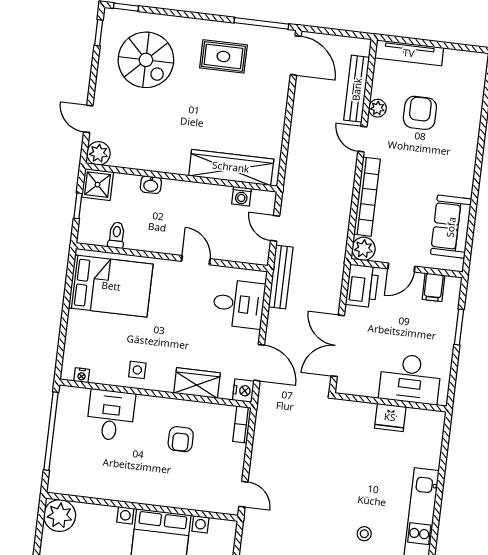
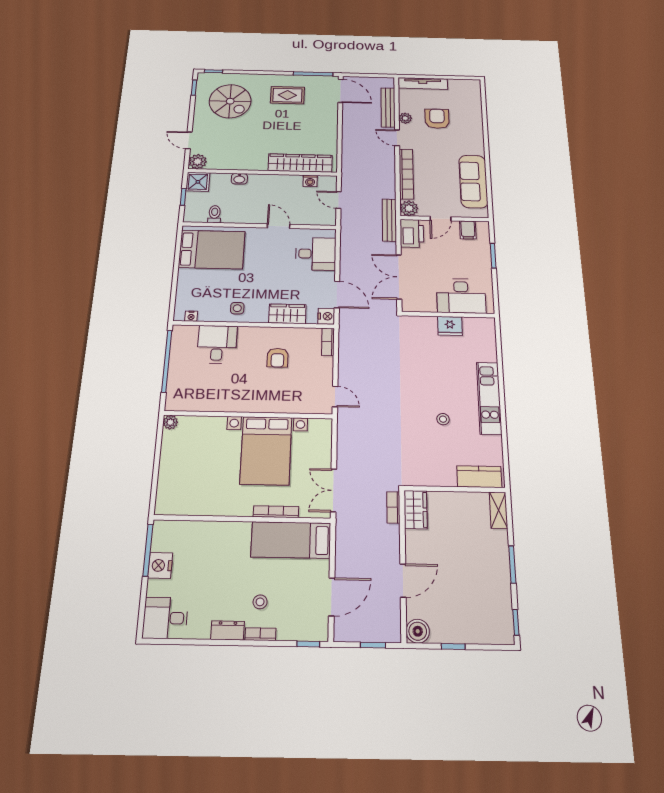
sofa: (451, 227) -> (473, 181), width x1.36
bench: (281, 277) -> (389, 220), moved
plant: (60, 516) -> (170, 422), width x0.53, depth x0.53

